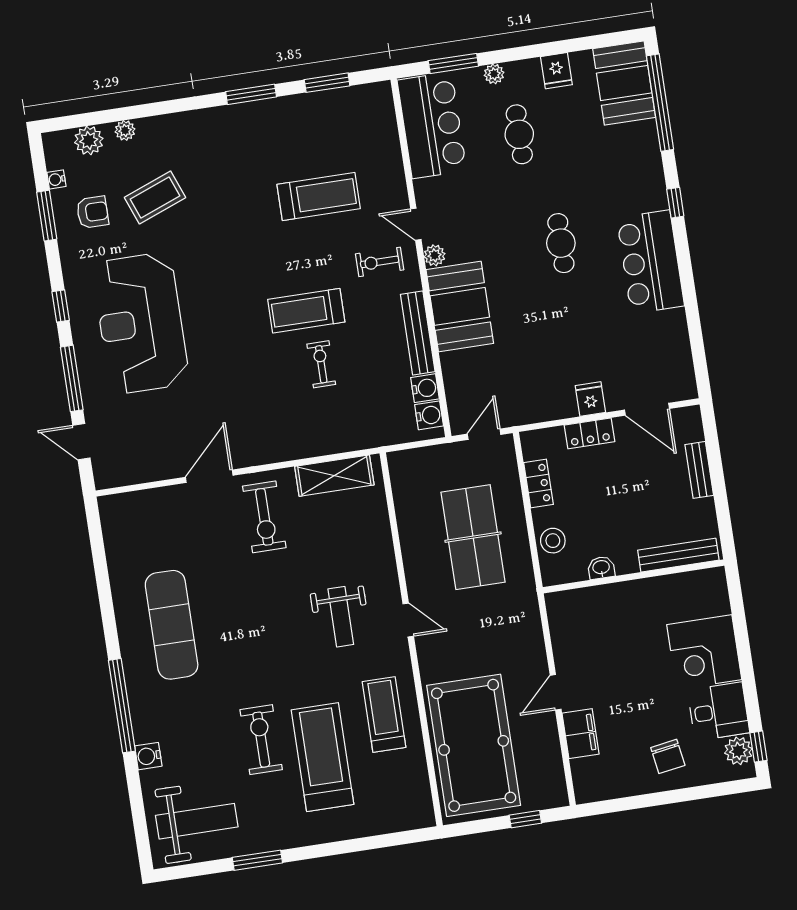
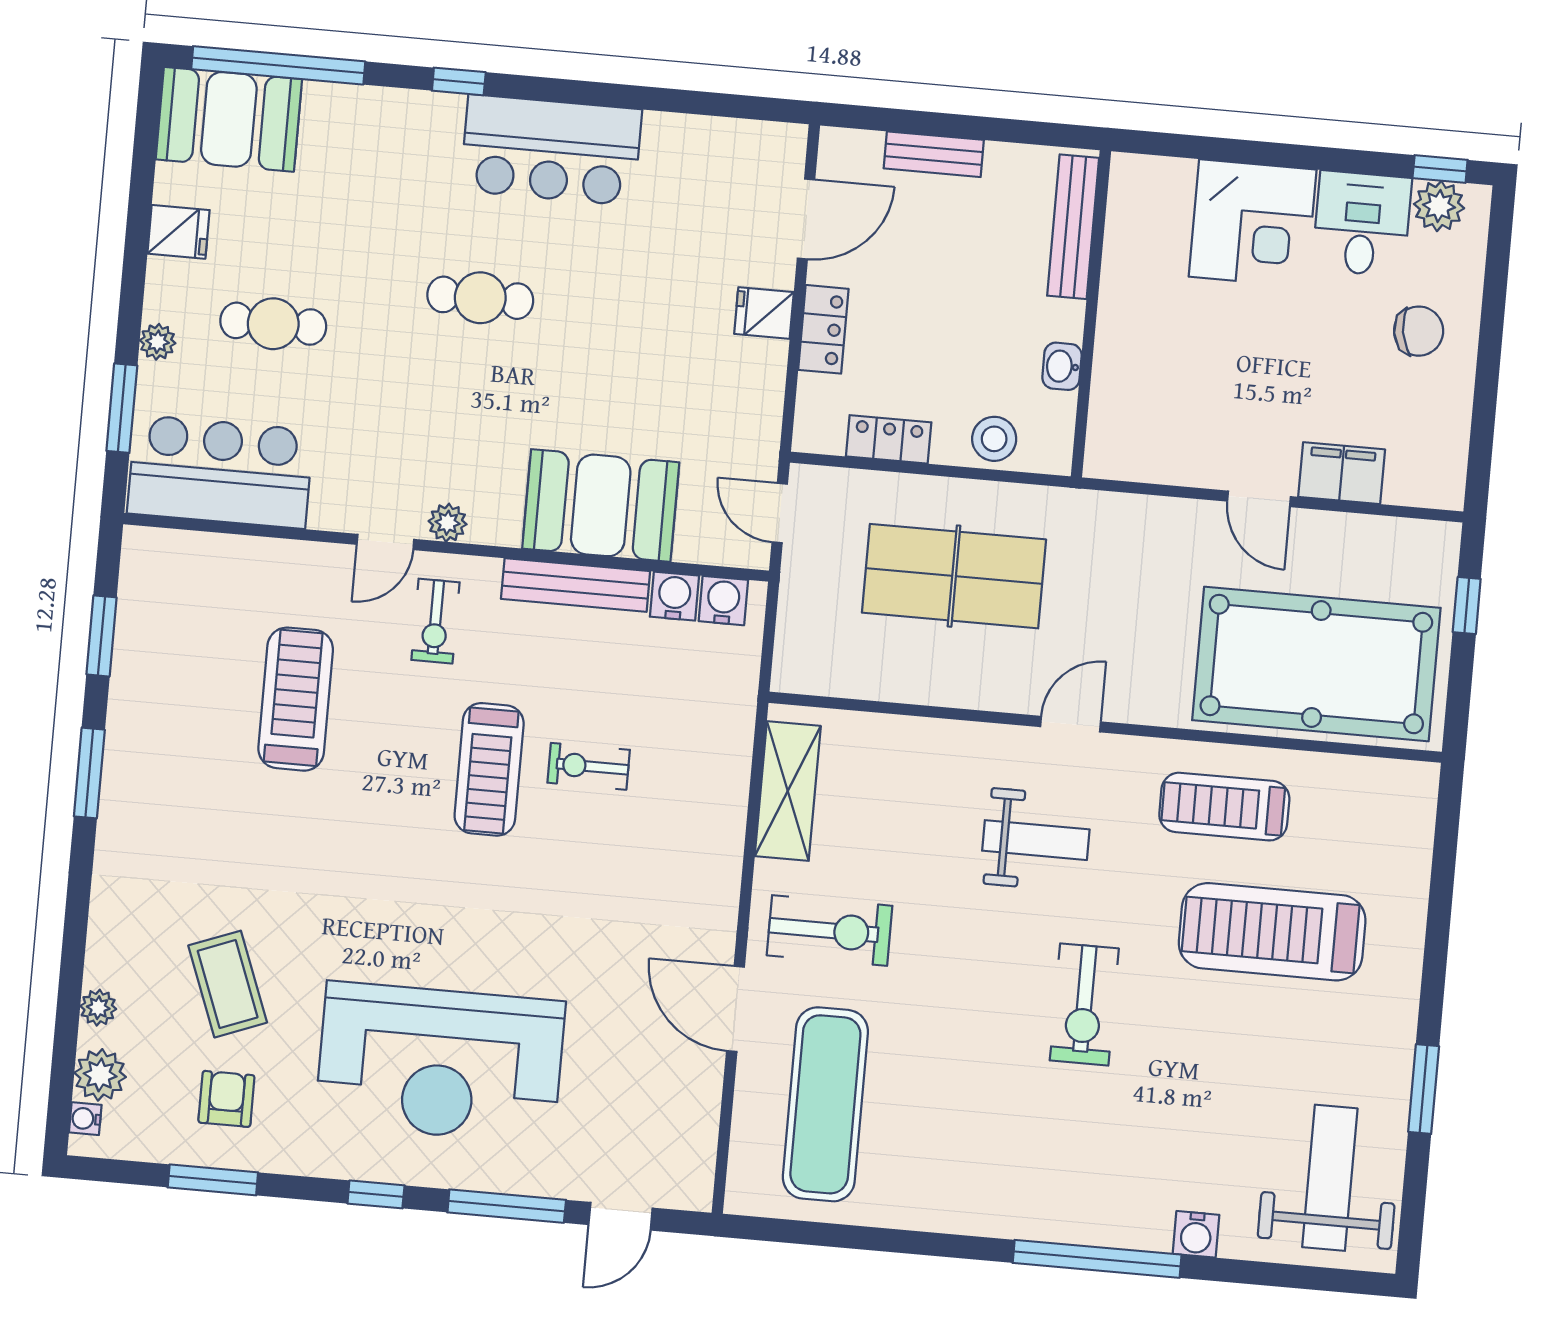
water cooler: (56, 179) -> (85, 1119), moved, turned 90
booth: (460, 306) -> (601, 505), moved
exercise mat: (172, 625) -> (825, 1104), moved, turned 90
exercise bike: (261, 740) -> (1084, 1004), moved, turned -90

